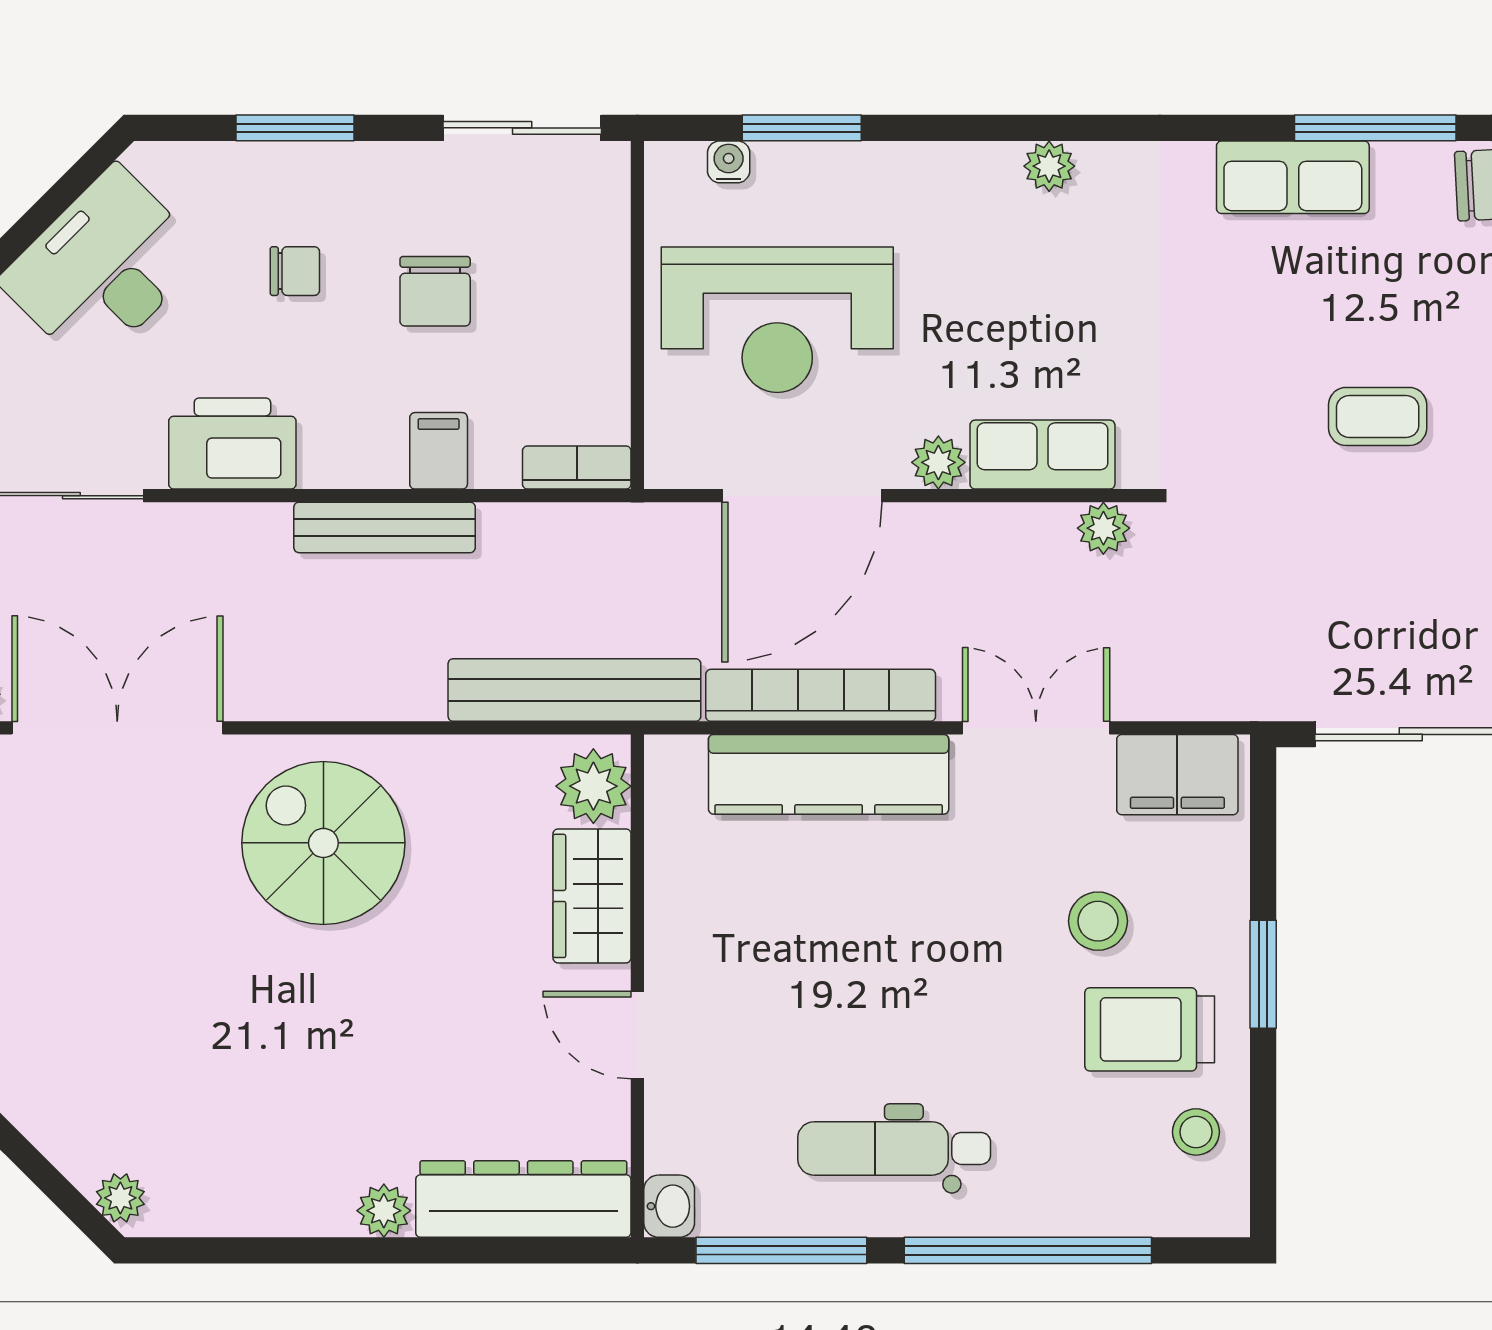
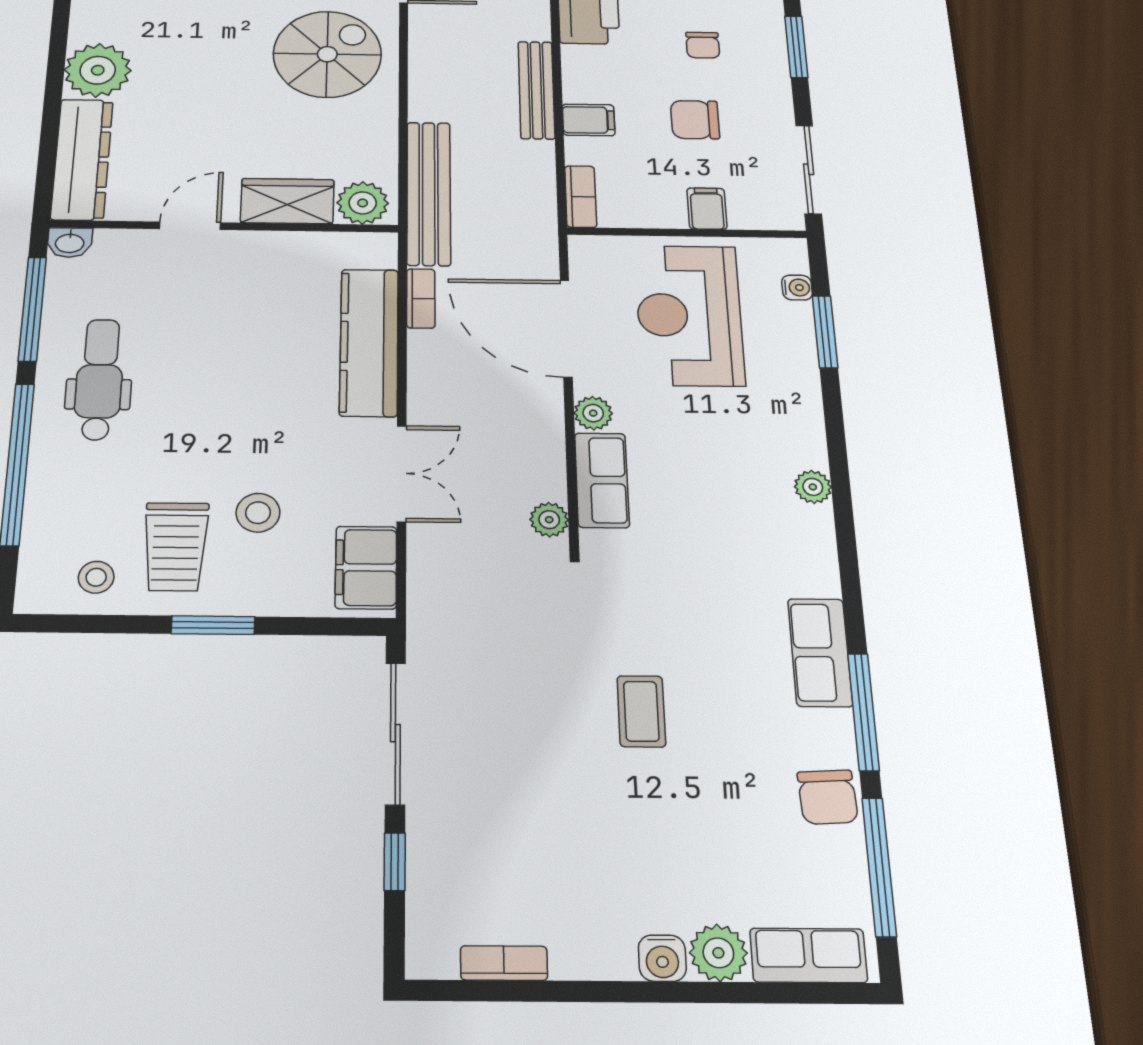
filing cabinet: (595, 283) -> (707, 209), added
bookcase: (821, 695) -> (421, 298), width x0.43, depth x0.76
trolley: (1150, 1029) -> (176, 547), turned 180
plant: (384, 1211) -> (98, 70), width x1.88, depth x1.88

